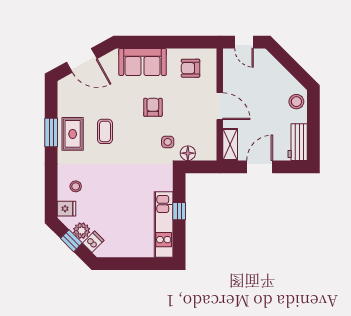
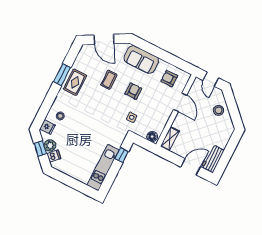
stool: (296, 102) -> (219, 110), moved
door: (220, 106) -> (180, 102), moved
coffee table: (105, 131) -> (109, 80), moved
floor lamp: (188, 153) -> (152, 137), moved
door: (260, 167) -> (191, 167), moved
window: (179, 211) -> (122, 155), moved

